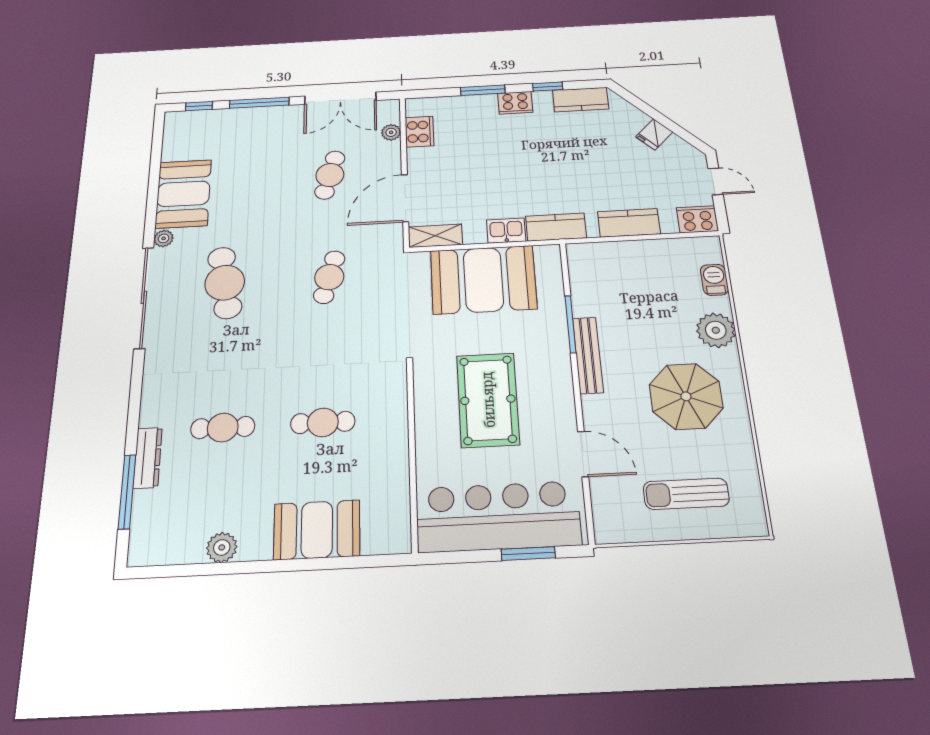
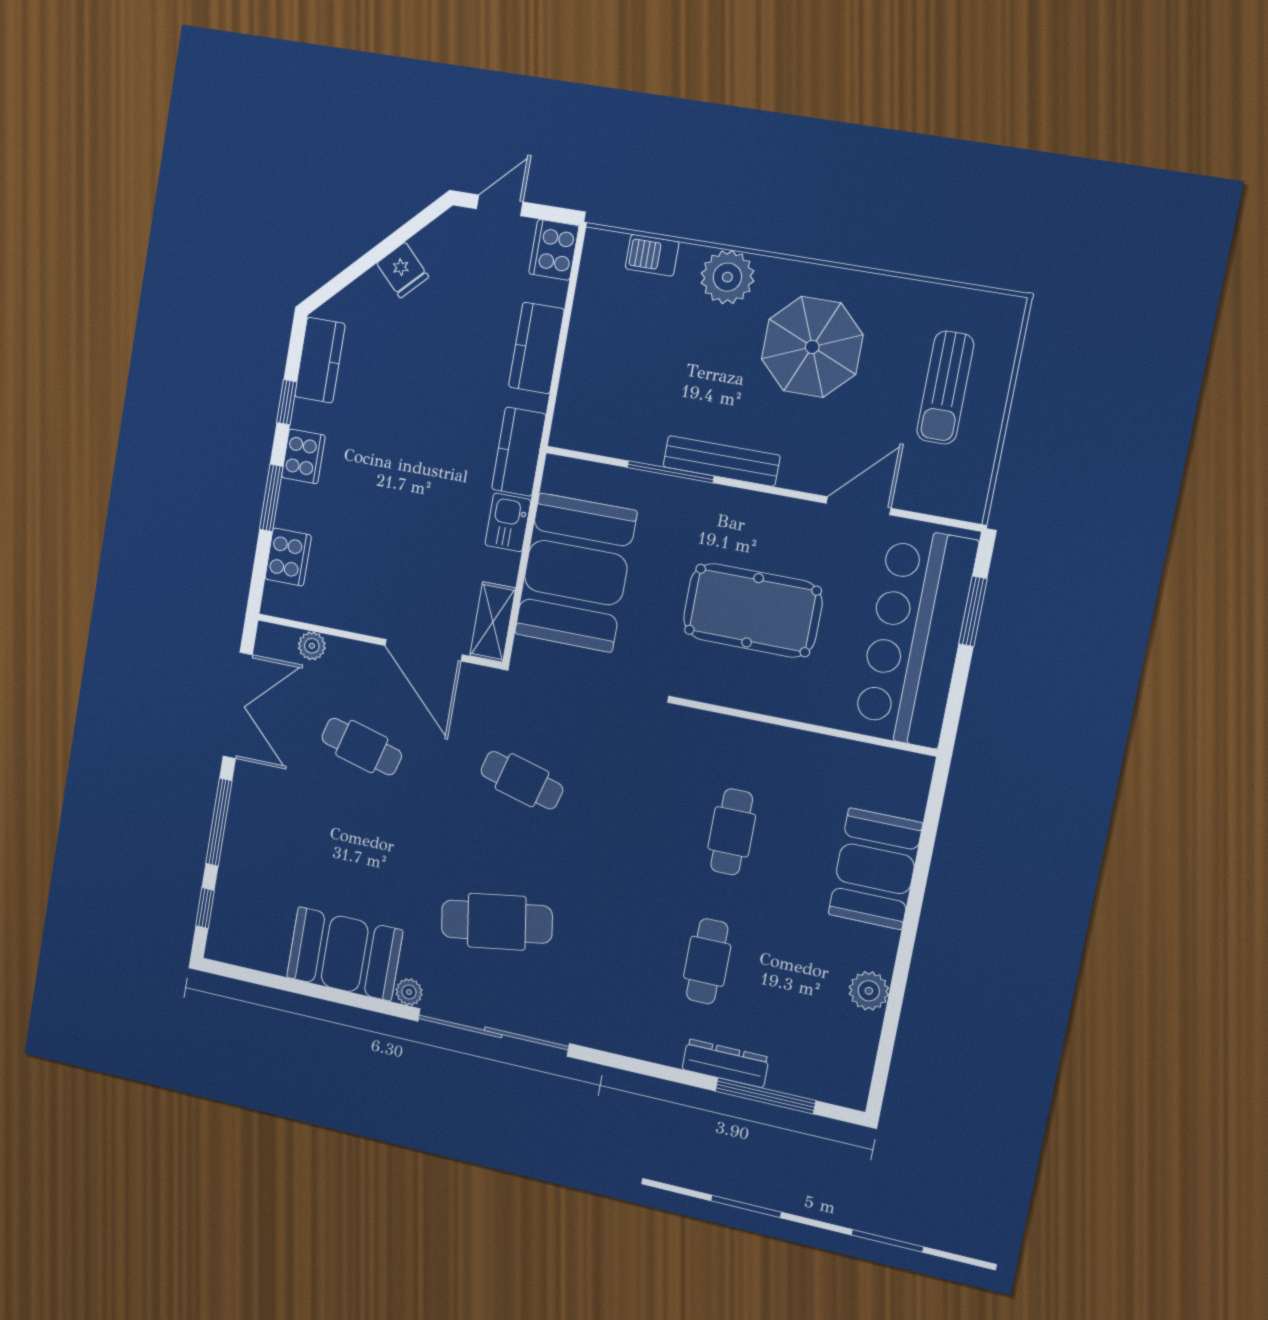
cooker: (419, 132) -> (288, 557), moved, turned 90

